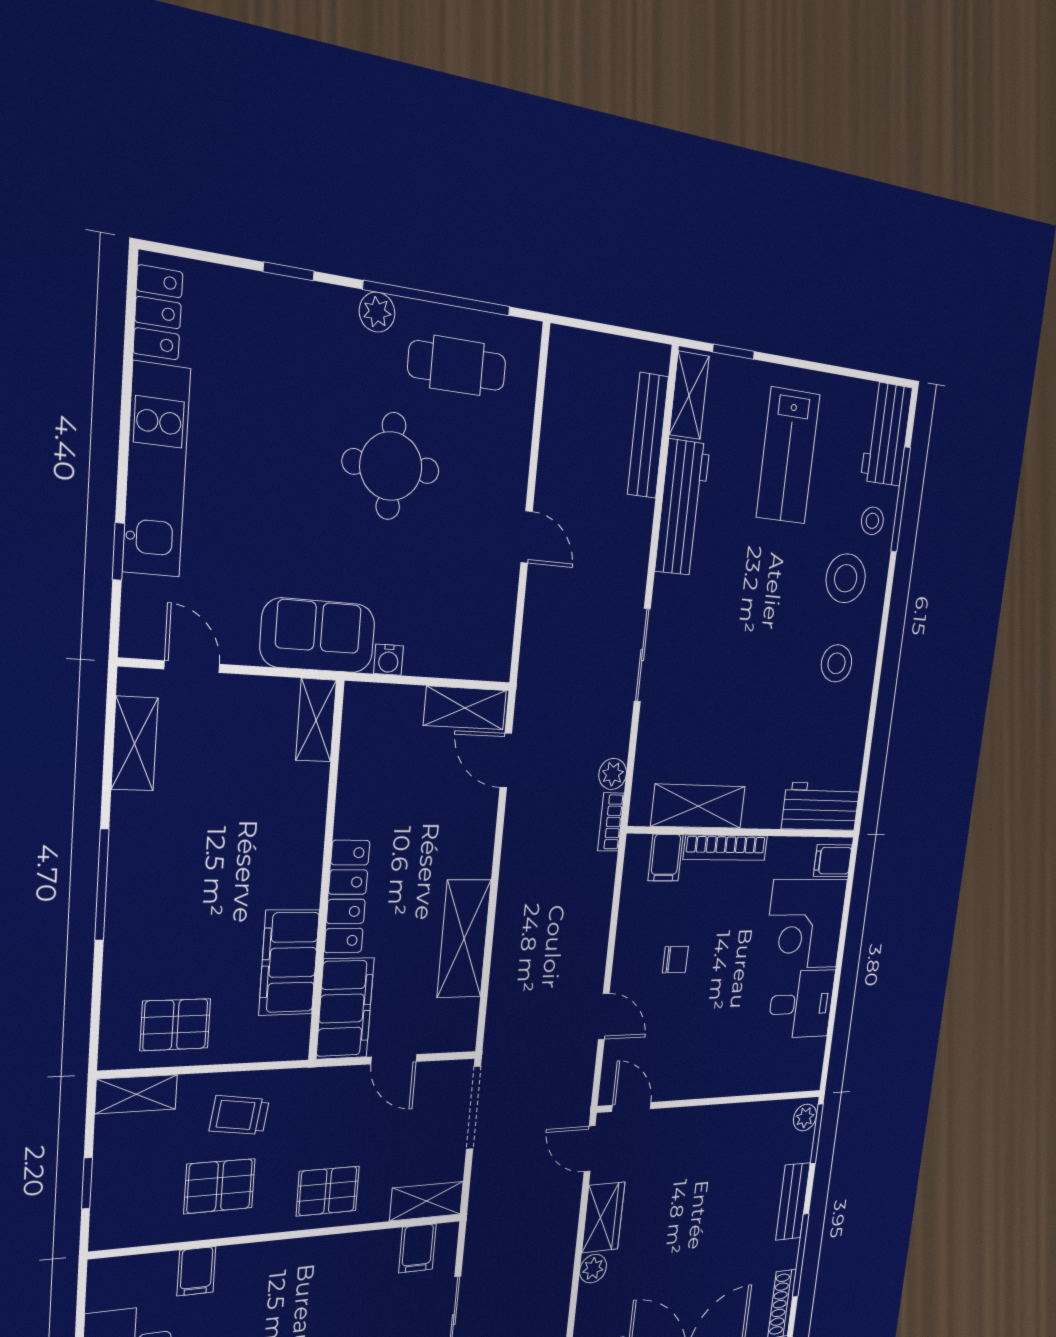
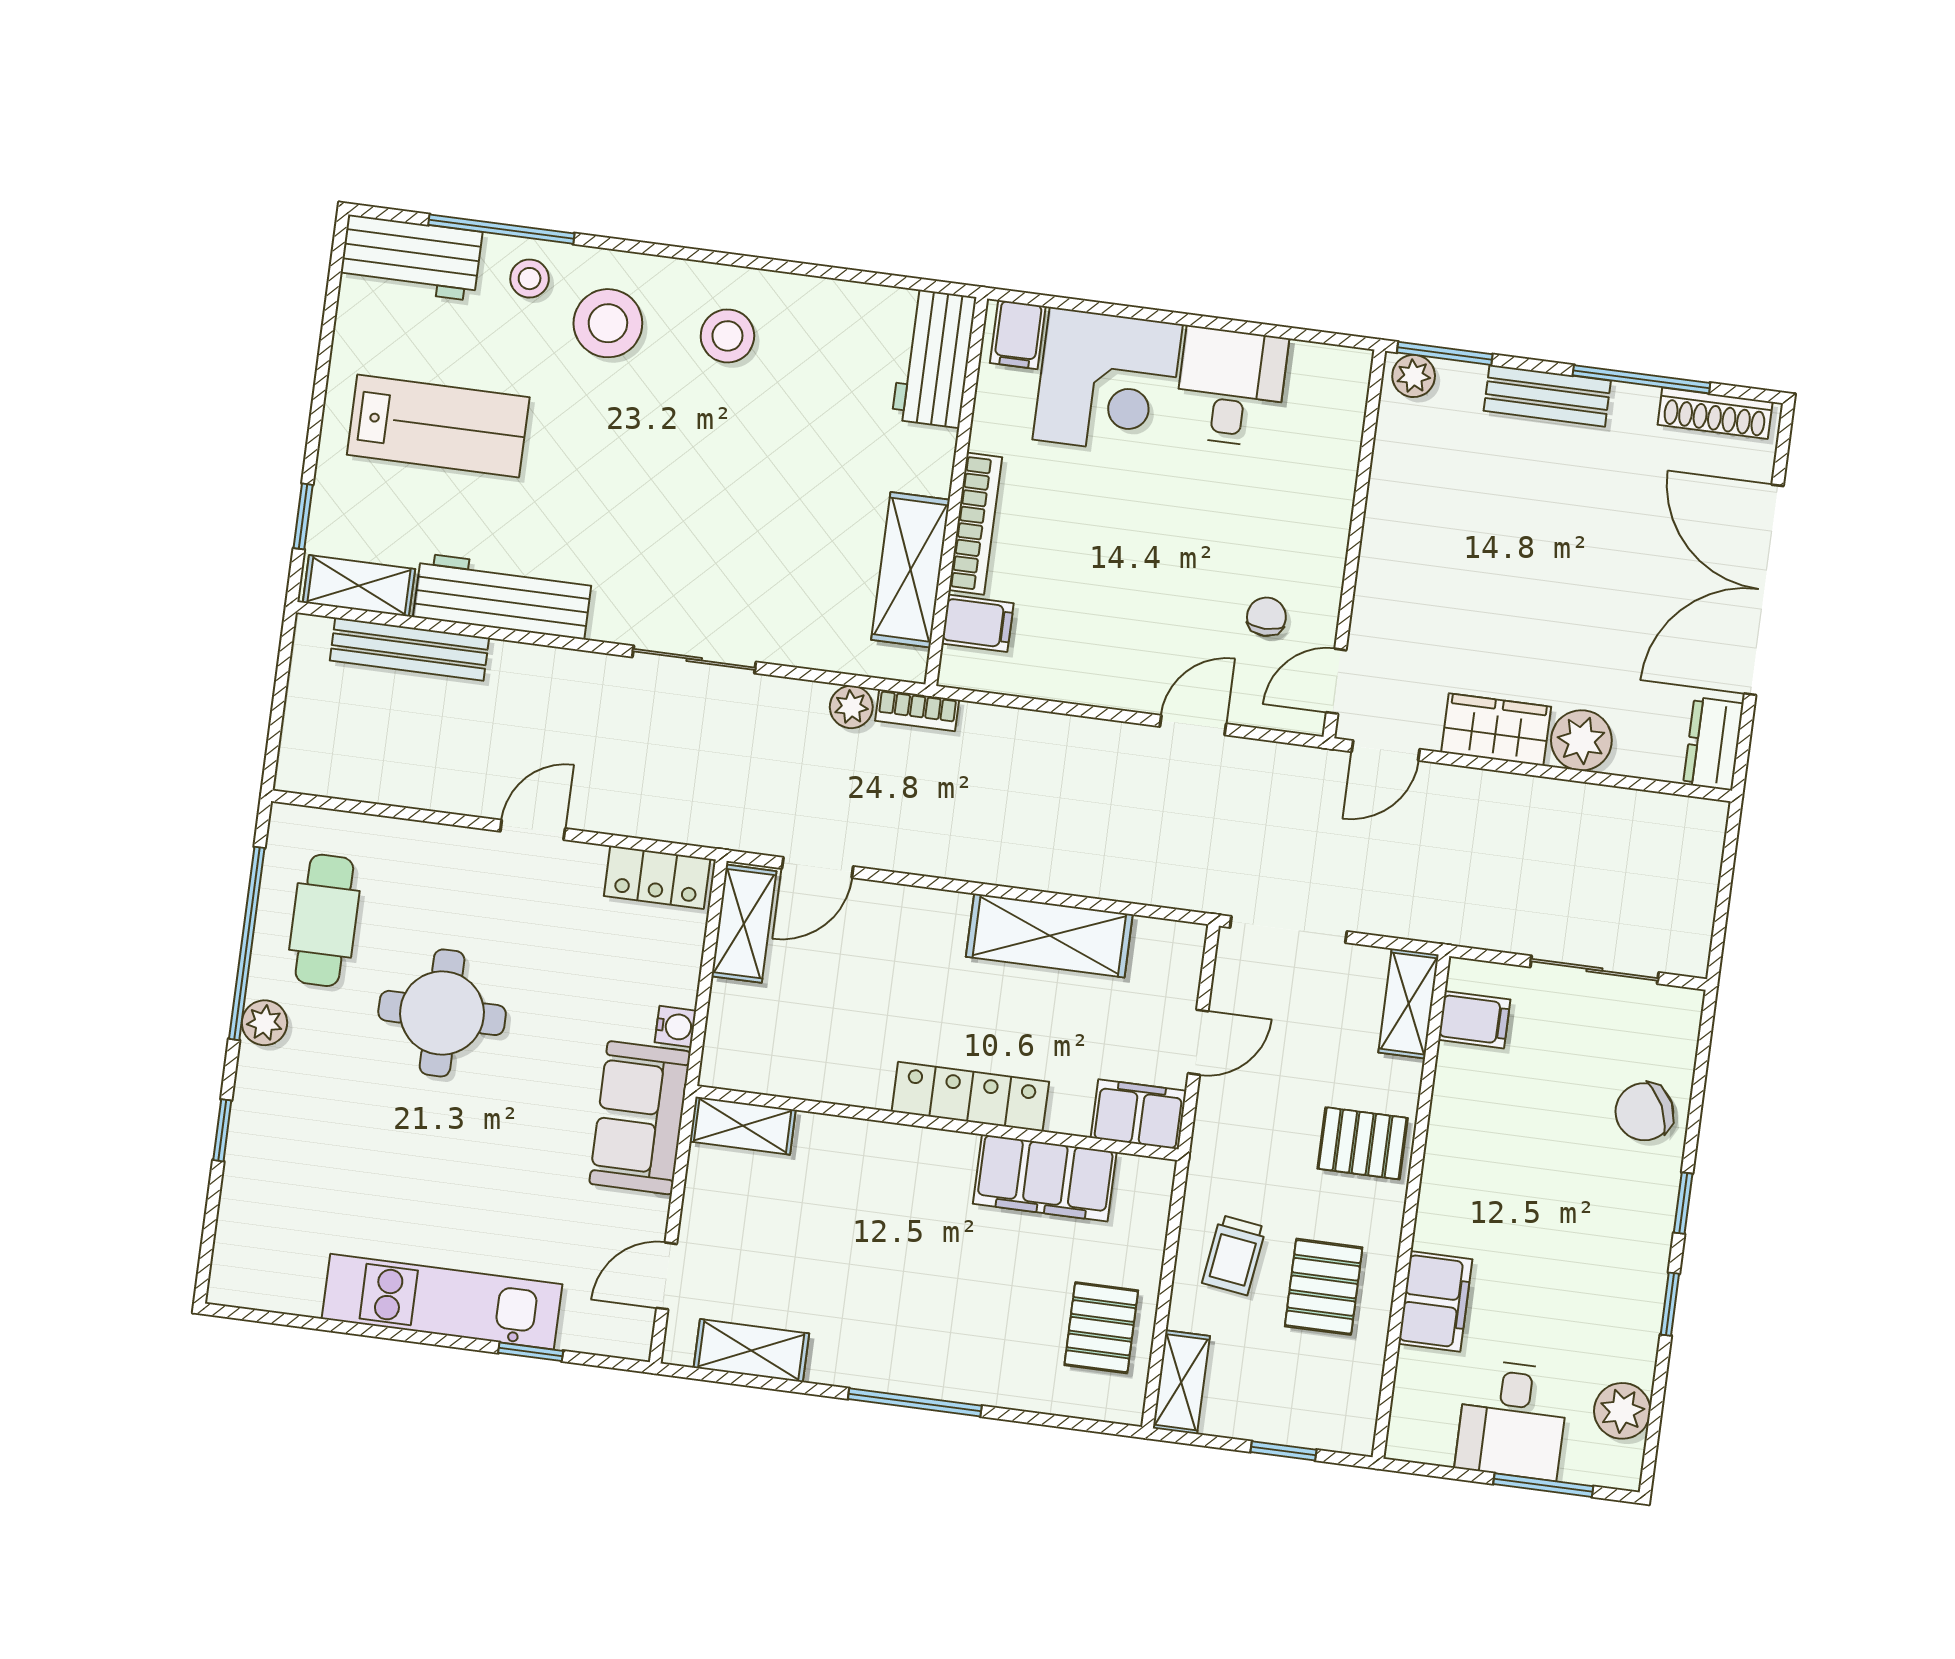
locker: (158, 313) -> (657, 877), moved, turned 180
chair: (675, 960) -> (1266, 617), moved
filing cabinet: (345, 1008) -> (1139, 1114), width x0.67, depth x0.86
pallet: (328, 1191) -> (1363, 1143), turned 90
plant: (593, 1269) -> (1581, 740), width x1.38, depth x1.38
filing cabinet: (196, 1271) -> (1435, 1301), width x2.00

